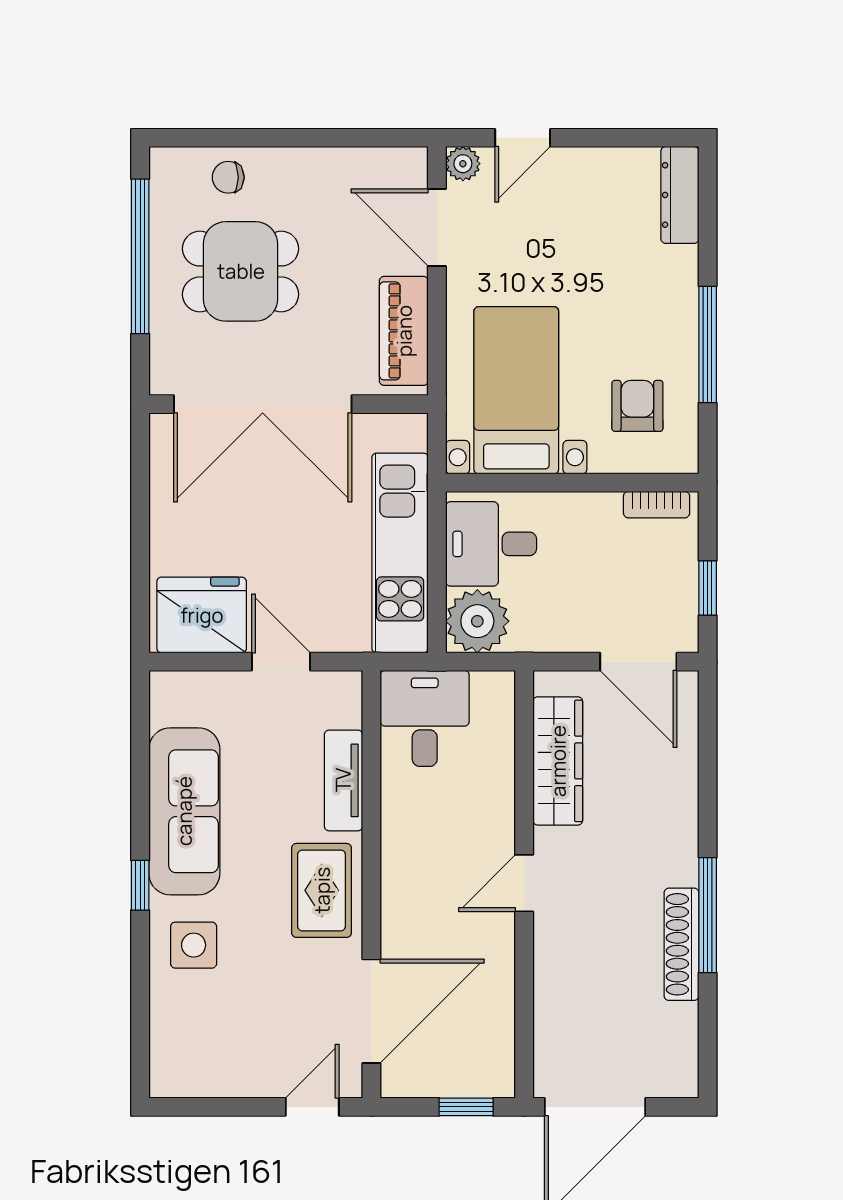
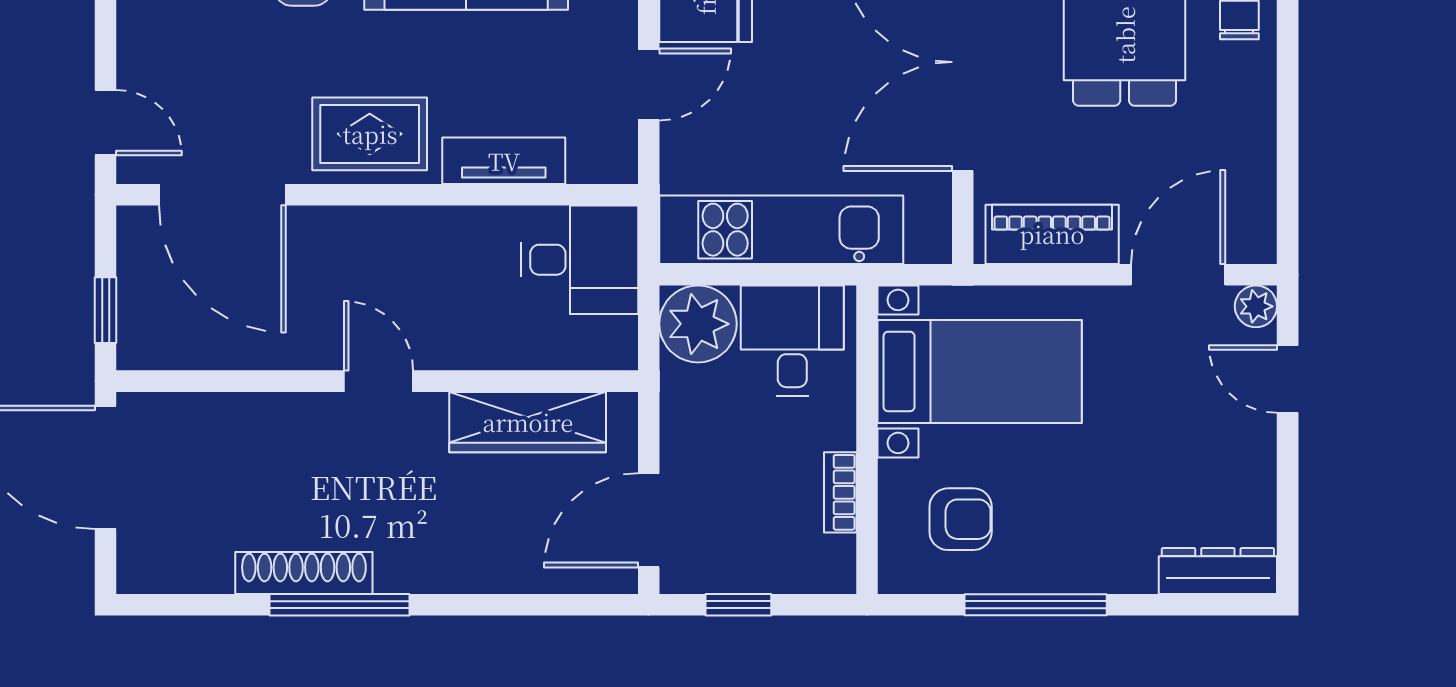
bookcase: (657, 505) -> (840, 492), moved

